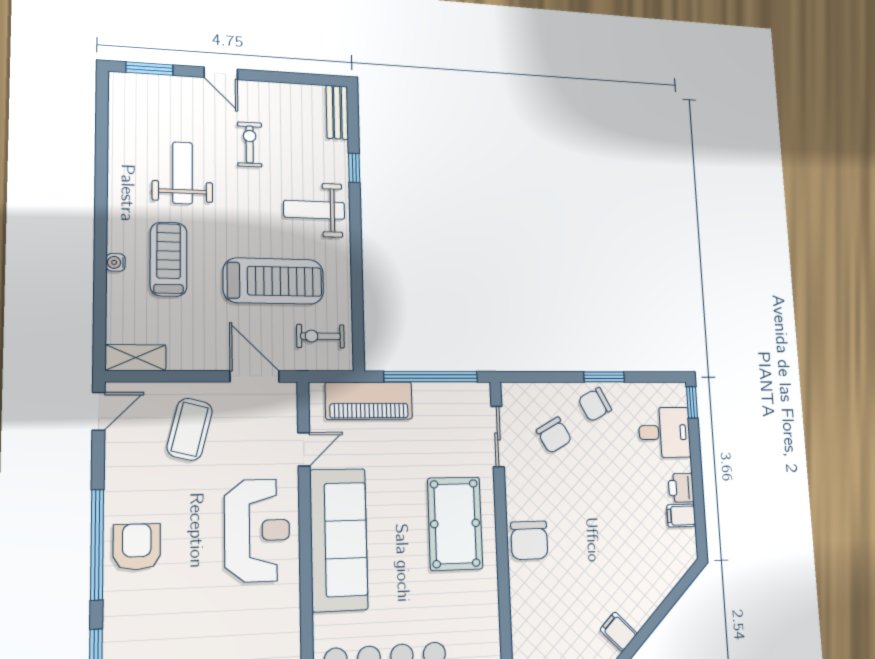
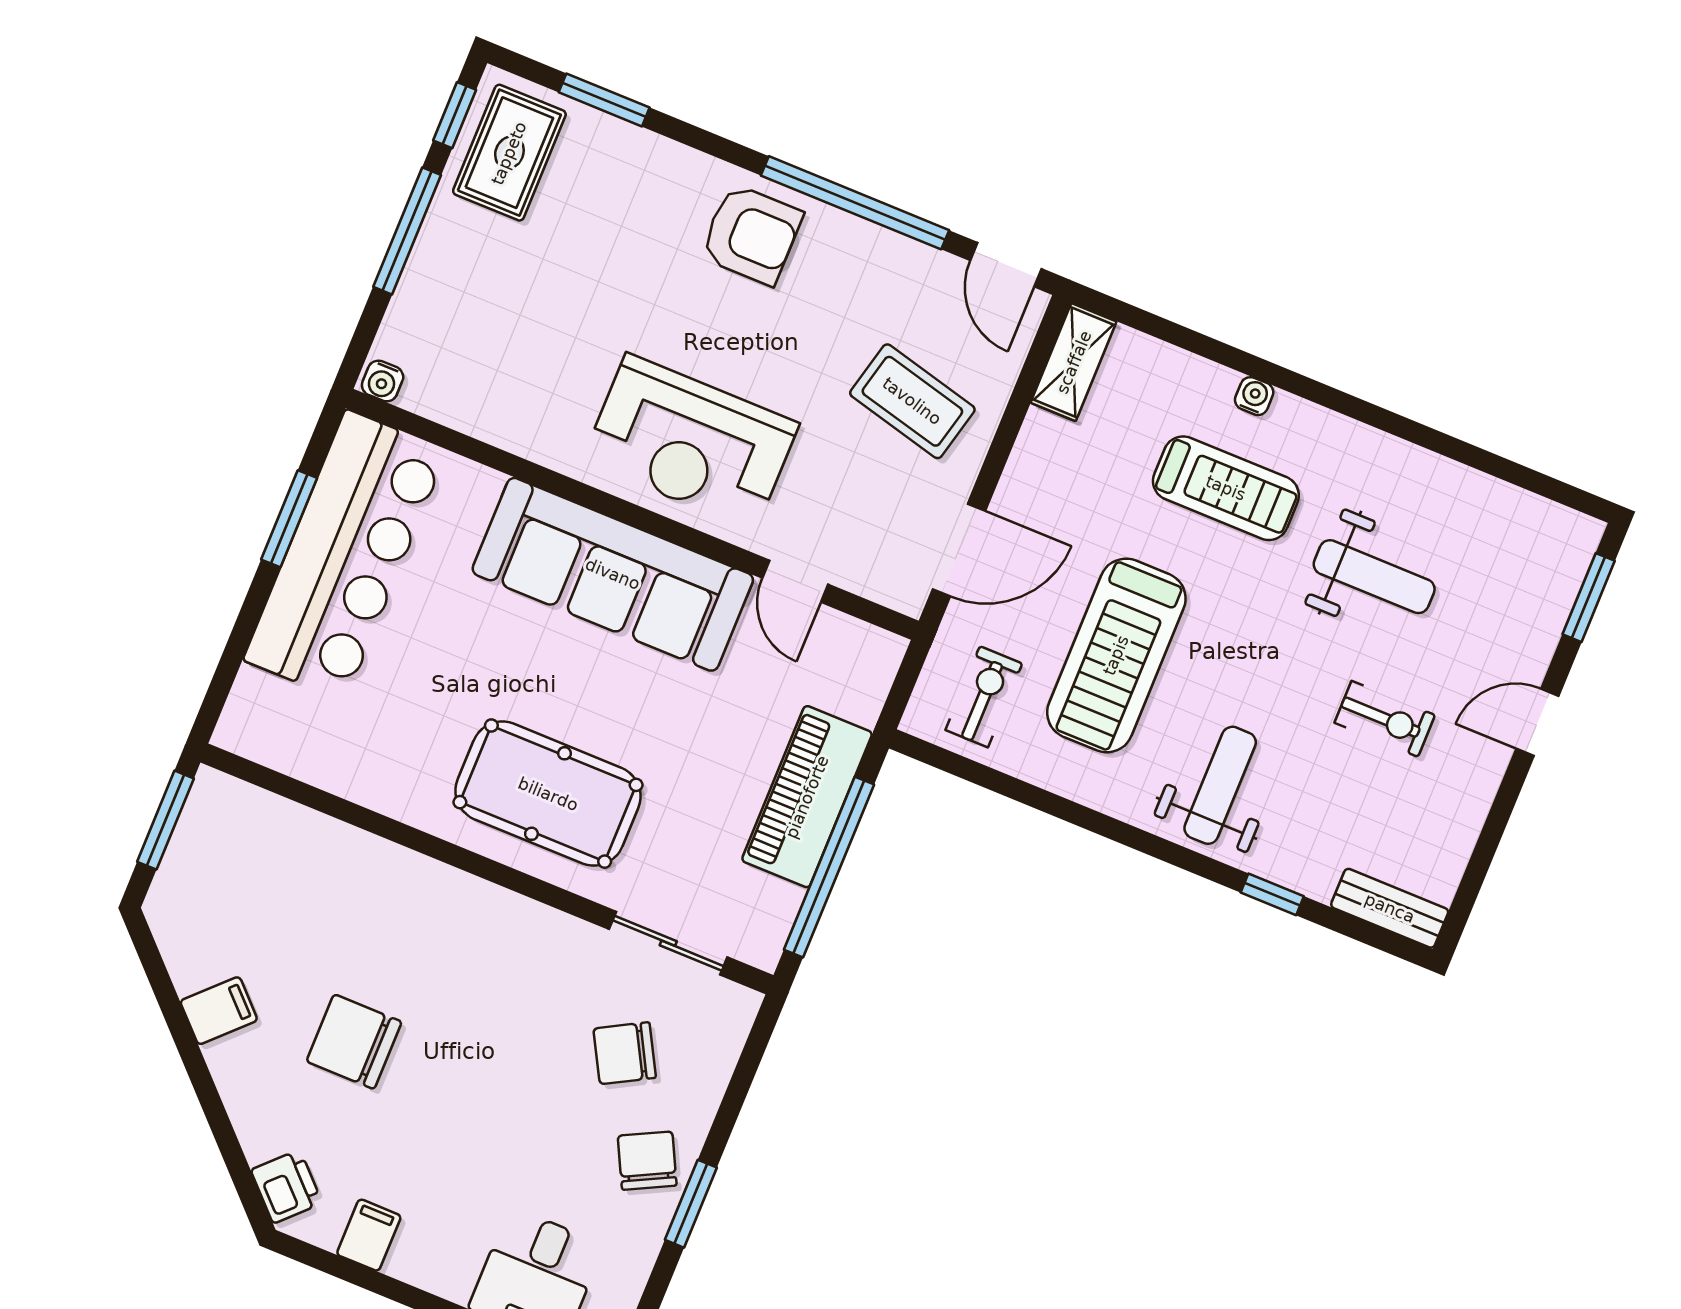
piano: (369, 401) -> (807, 797), moved
printer: (681, 488) -> (286, 1187), moved, turned 45
chair: (529, 540) -> (354, 1042), moved
window: (97, 545) -> (855, 203), moved

